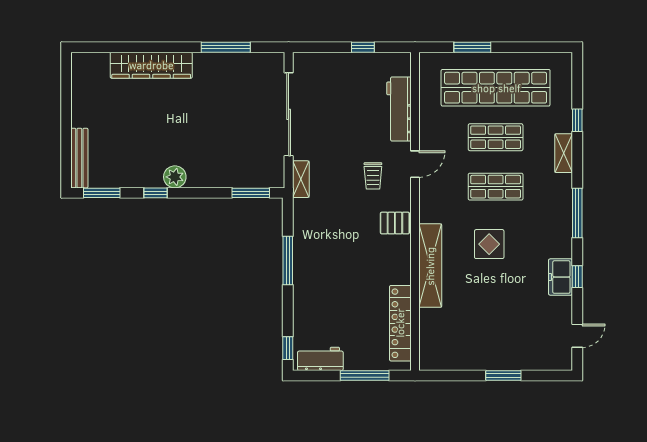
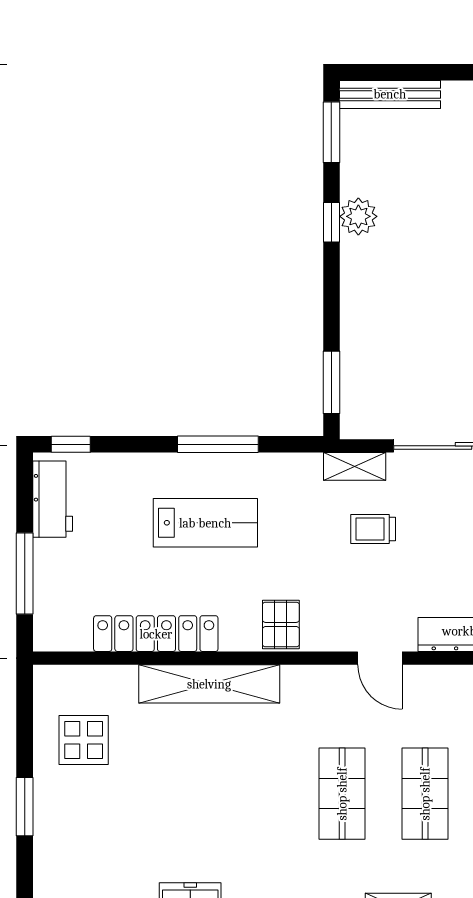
trolley: (373, 176) -> (373, 529), moved
plant: (175, 177) -> (358, 216), moved
display table: (489, 244) -> (84, 740), moved
lab bench: (334, 268) -> (205, 523), added
locker: (400, 323) -> (156, 634), moved

